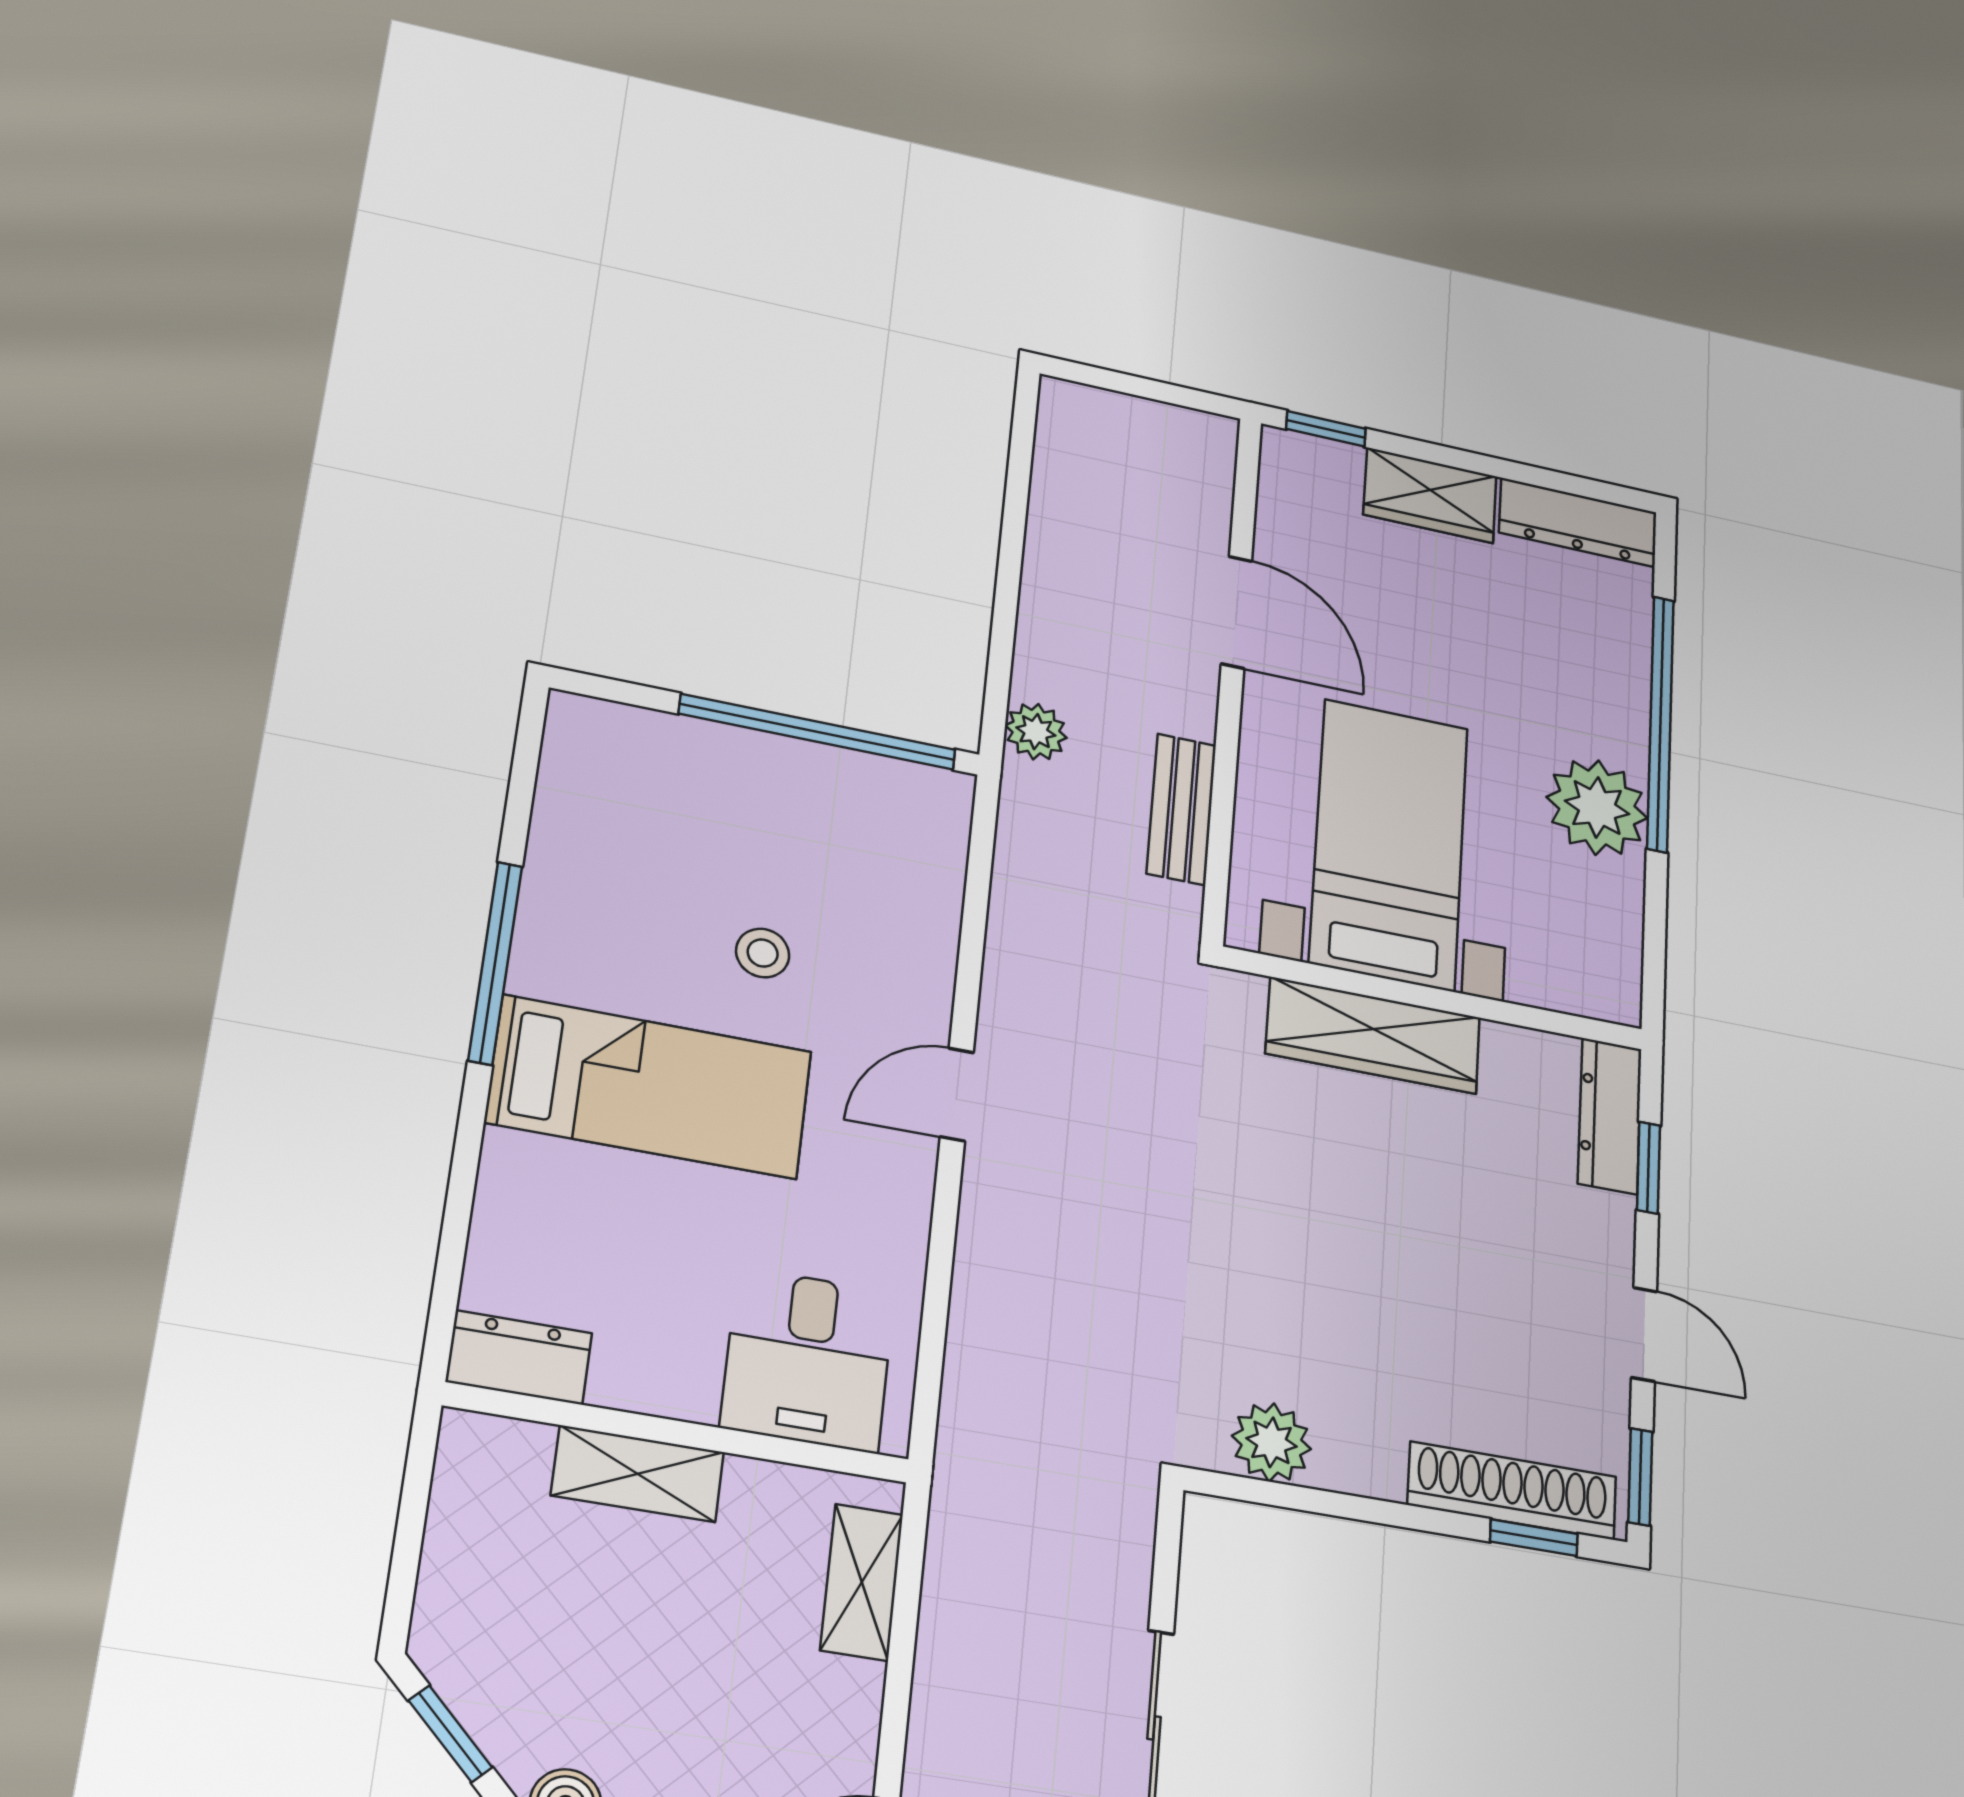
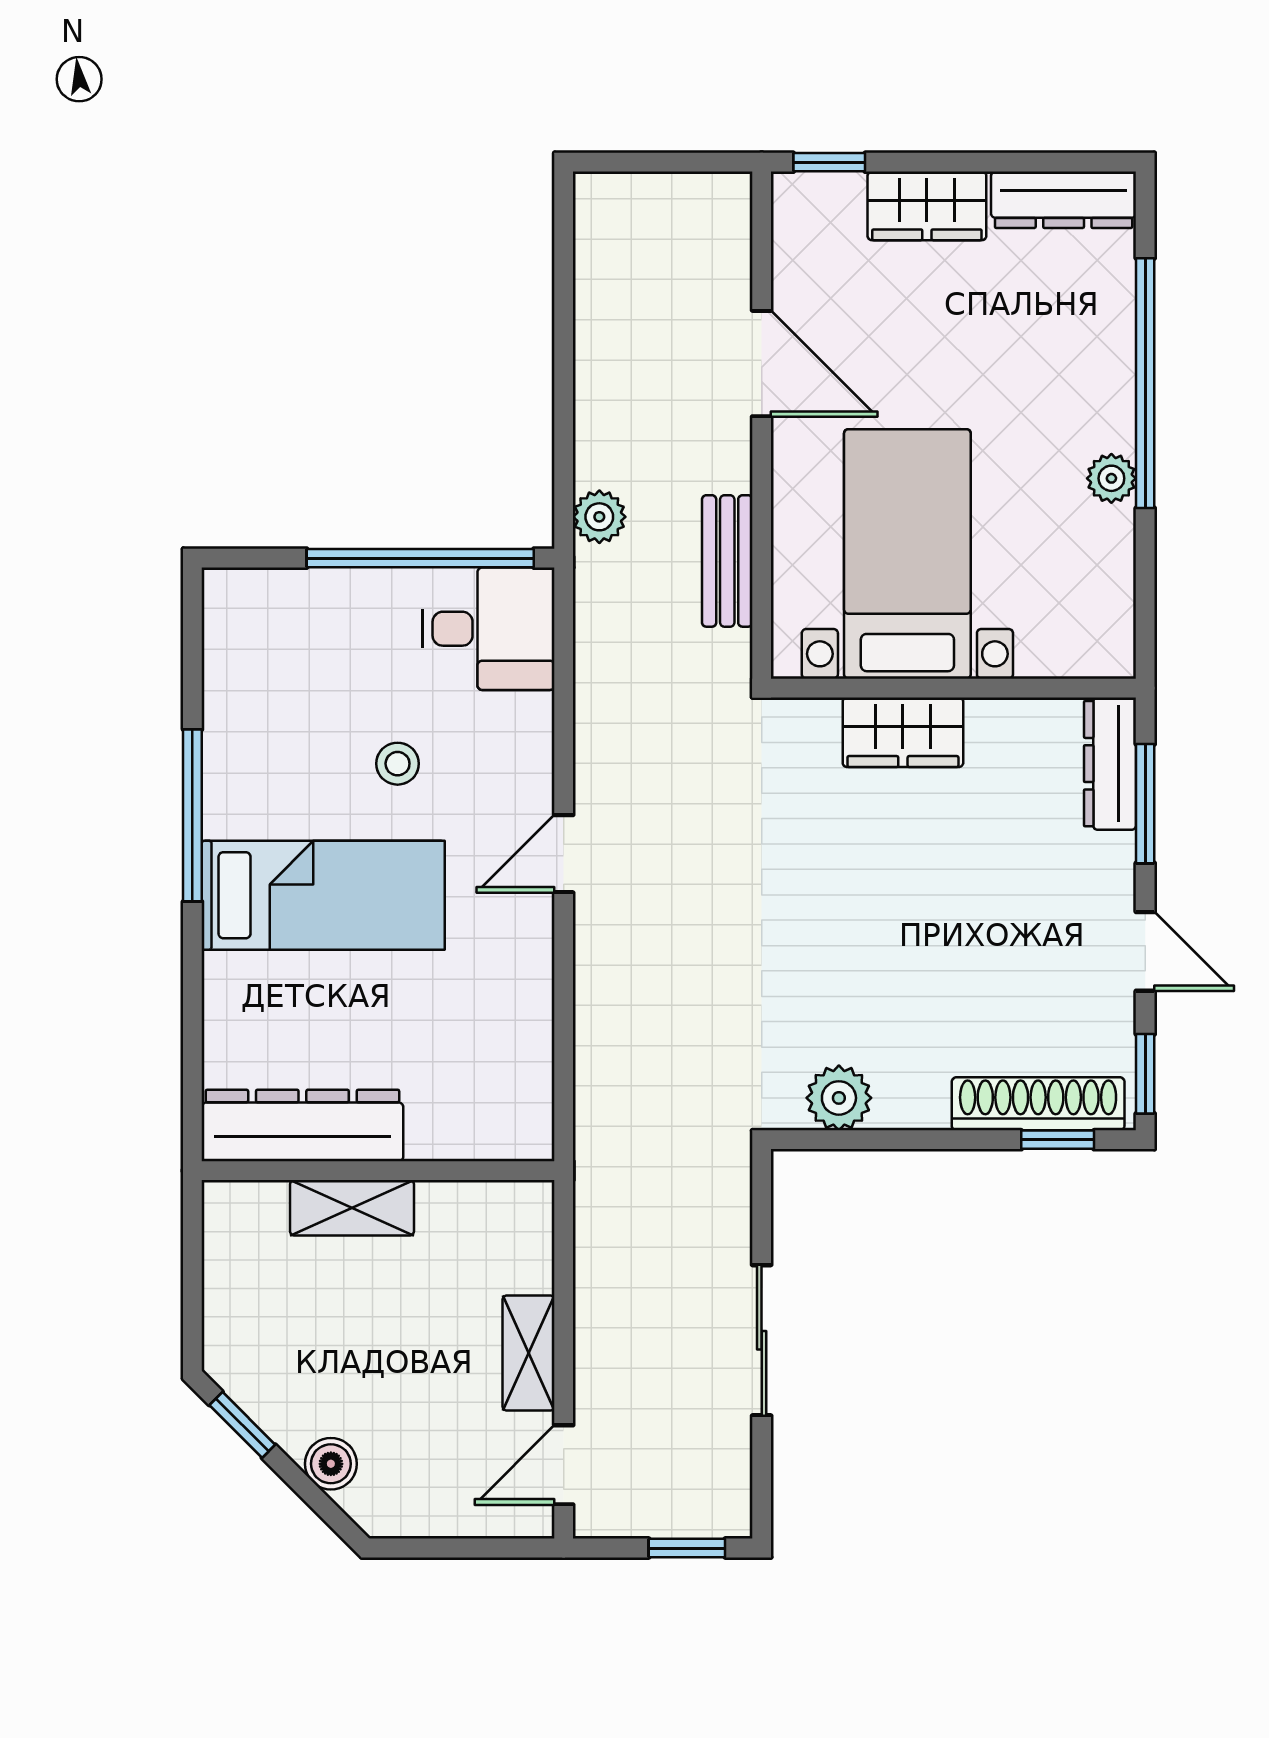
plant: (1597, 807) -> (1111, 478), width x0.53, depth x0.53
wardrobe: (1373, 1035) -> (903, 732), width x0.67
window: (1649, 1168) -> (1145, 804), width x1.50
dresser: (519, 1357) -> (302, 1125), width x1.96, depth x1.24
desk: (808, 1360) -> (488, 629), moved, turned -90
shelving: (862, 1582) -> (528, 1353), moved

